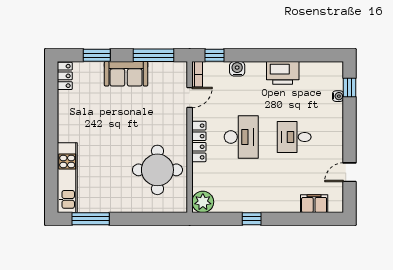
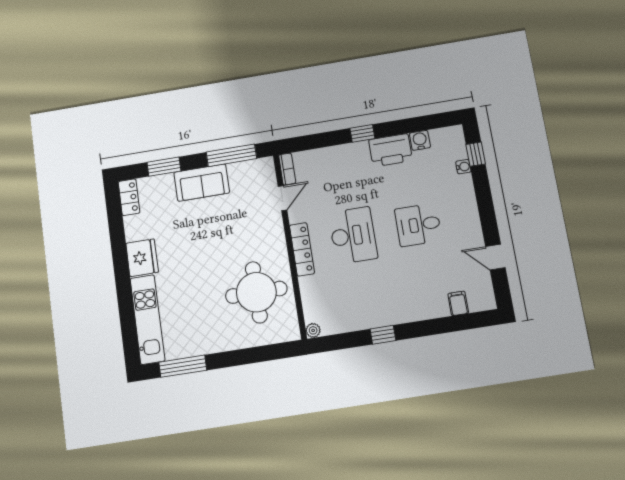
window: (214, 55) -> (362, 133), moved
water cooler: (237, 69) -> (420, 140), moved
fridge: (69, 127) -> (142, 258), added
door: (350, 172) -> (495, 257), hinge flipped
plant: (203, 202) -> (313, 330), width x0.53, depth x0.53
filing cabinet: (314, 204) -> (458, 303), width x0.50

